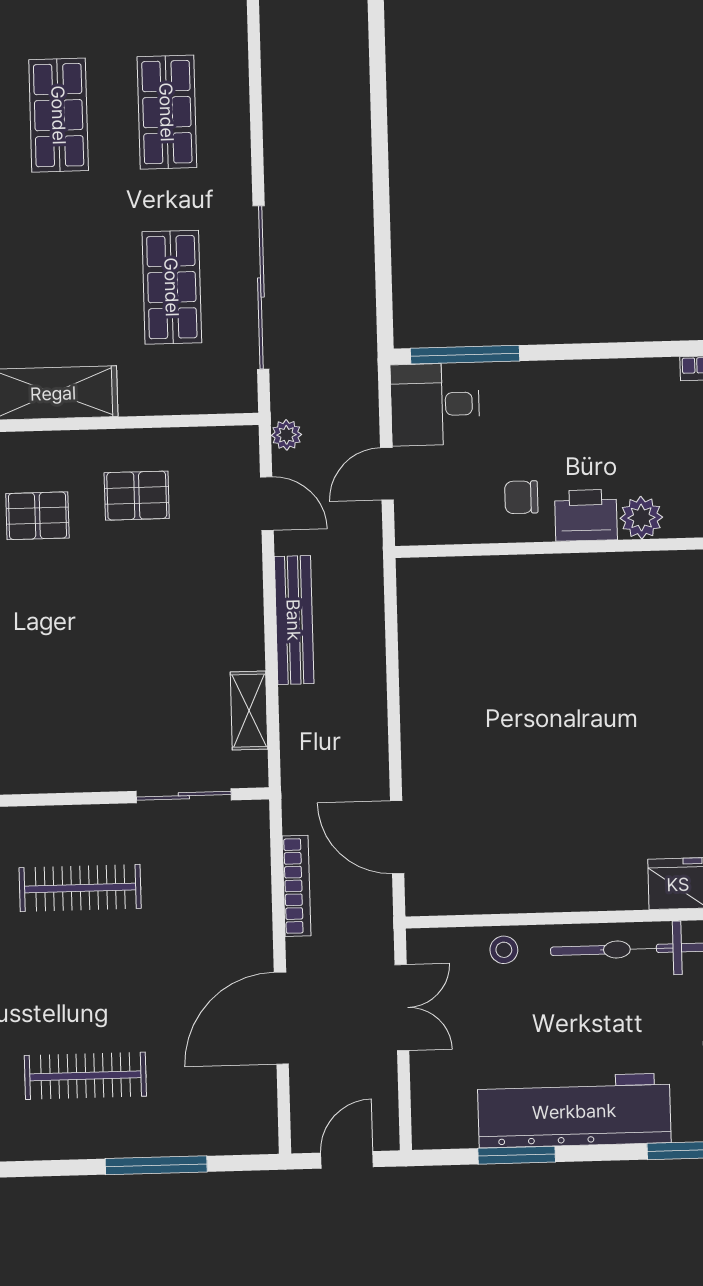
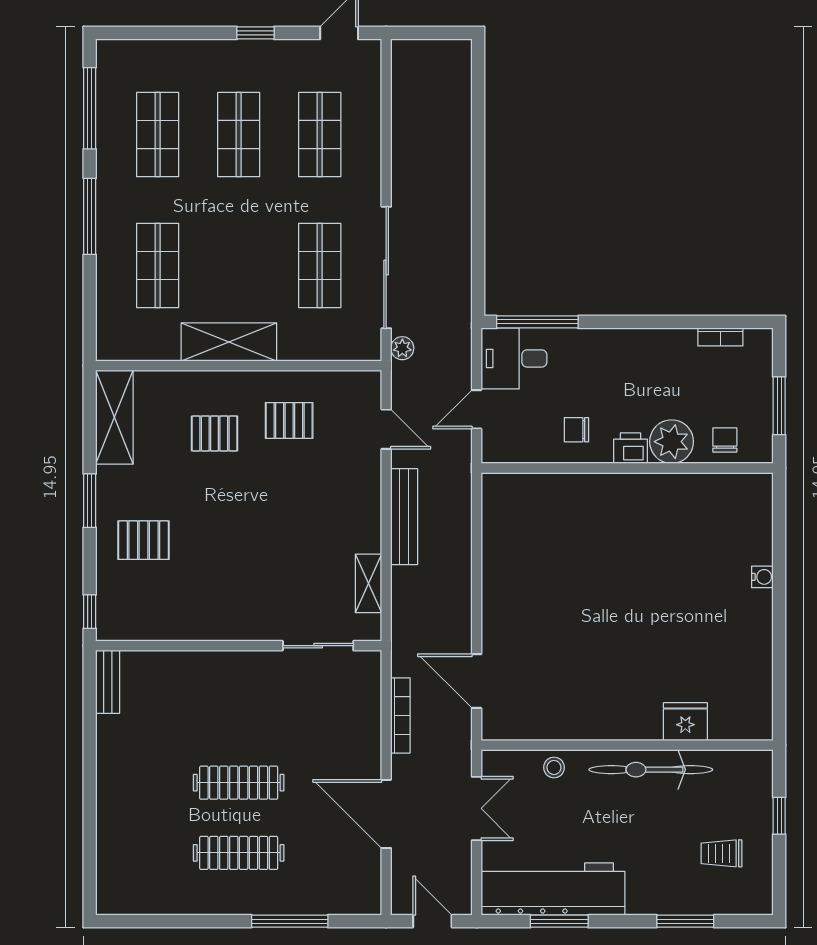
plant: (286, 435) -> (402, 348), moved
printer: (586, 515) -> (630, 448), width x0.73, depth x0.81
plant: (641, 518) -> (672, 442), width x1.36, depth x1.36
clothes rail: (80, 888) -> (239, 783), moved
door: (281, 1018) -> (386, 814), hinge flipped
workbench: (574, 1111) -> (553, 889), moved
door: (347, 1160) -> (432, 921), hinge flipped

